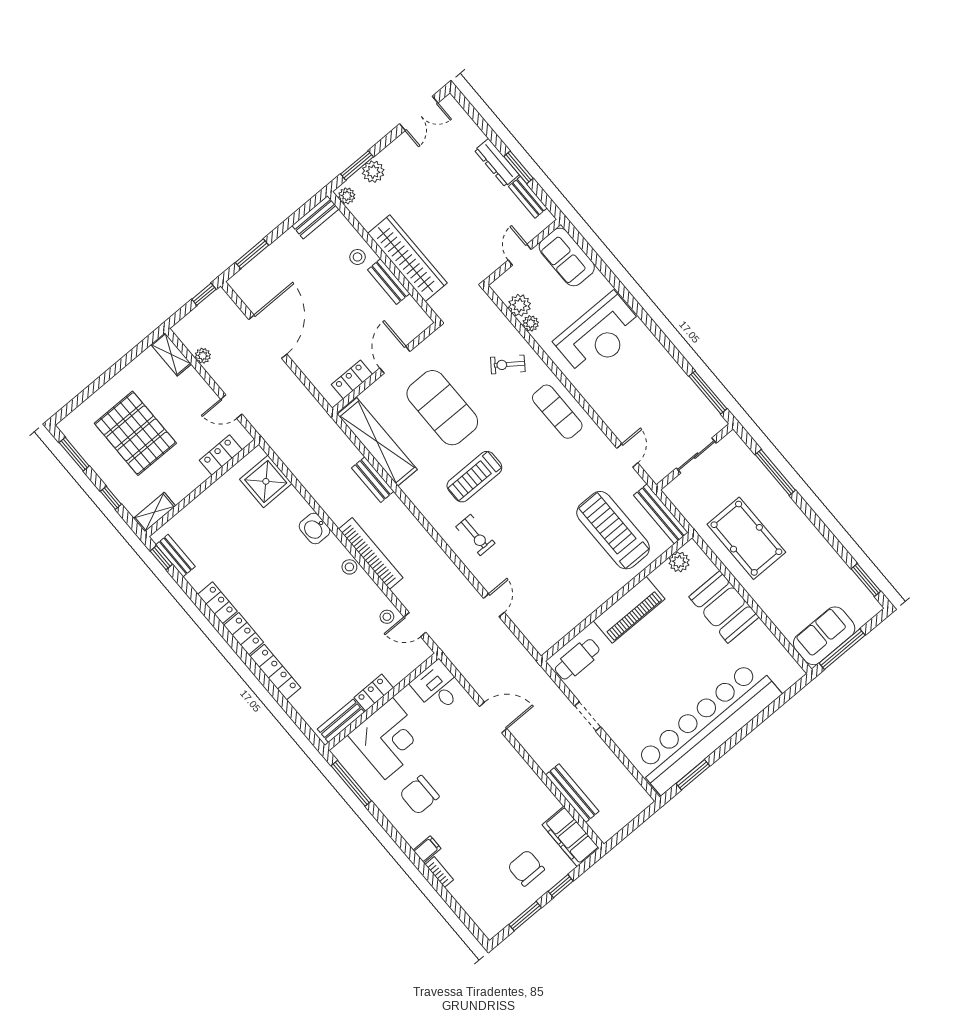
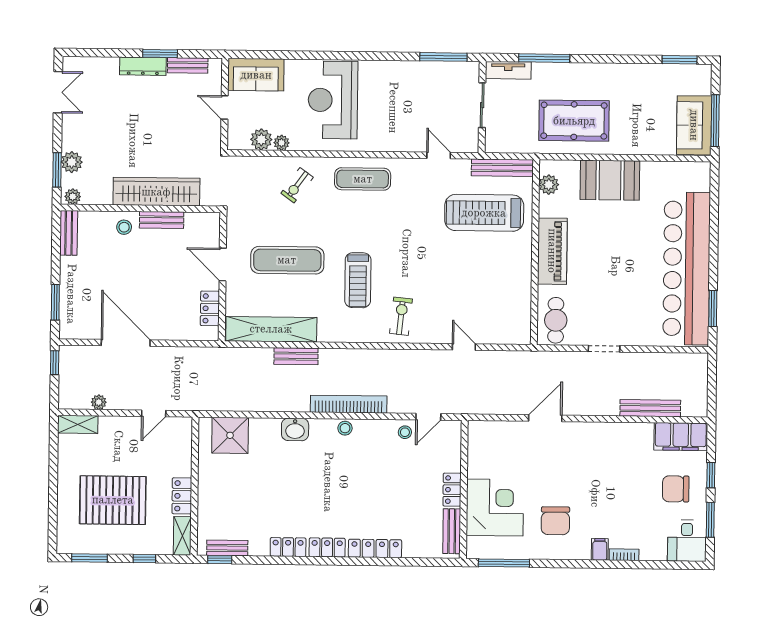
reception desk: (599, 335) -> (333, 100), turned 180
exercise mat: (442, 408) -> (287, 260), width x0.68
tv unit: (741, 452) -> (508, 70), added
locker: (221, 455) -> (182, 496), moved
exercise bike: (475, 535) -> (401, 316), turned -84
desk: (437, 687) -> (687, 541), moved, turned -90

